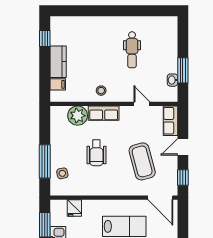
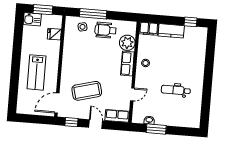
filing cabinet: (58, 84) -> (149, 29), width x2.00
wheelchair: (96, 153) -> (105, 30), moved

